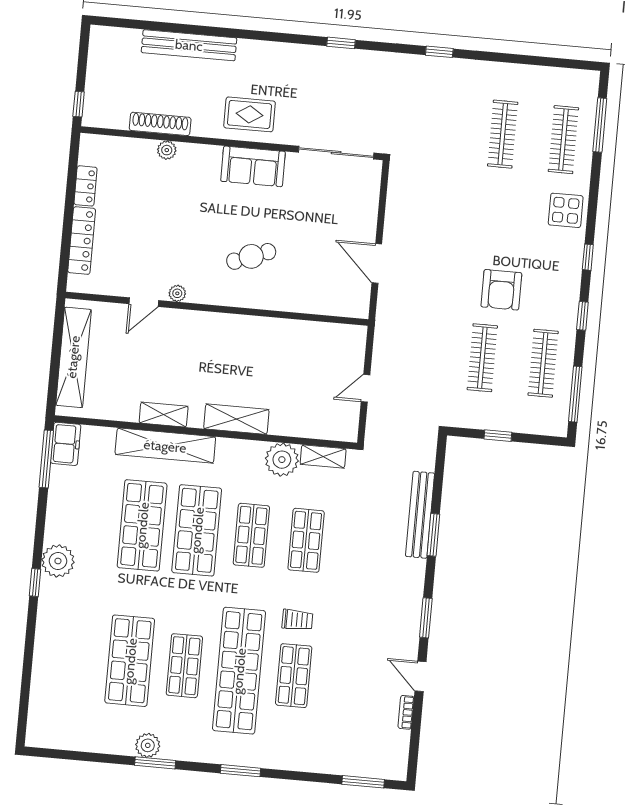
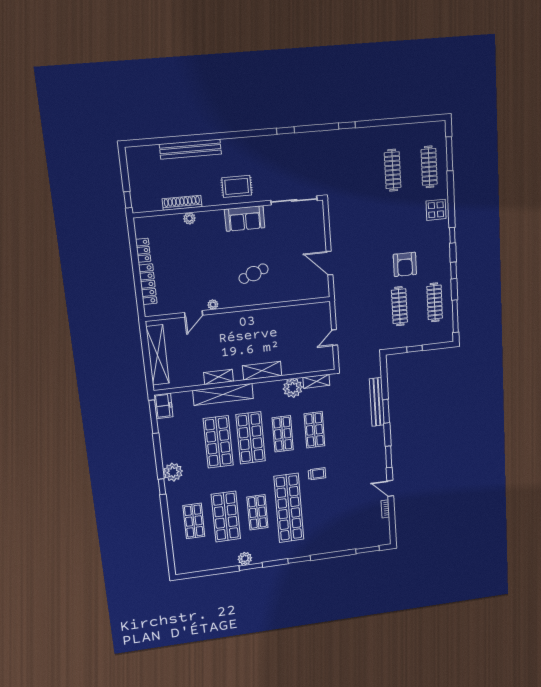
shop shelf: (294, 676) -> (194, 521), moved

